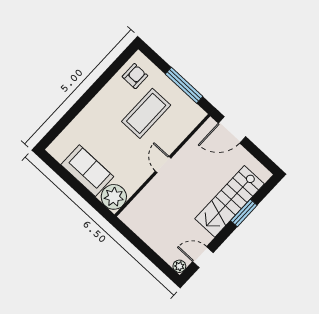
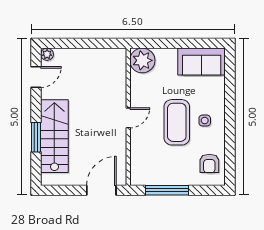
side table: (109, 111) -> (205, 121), added
coffee table: (146, 113) -> (177, 122), moved
door: (163, 165) -> (128, 118), hinge flipped
sofa: (87, 171) -> (202, 62), moved

